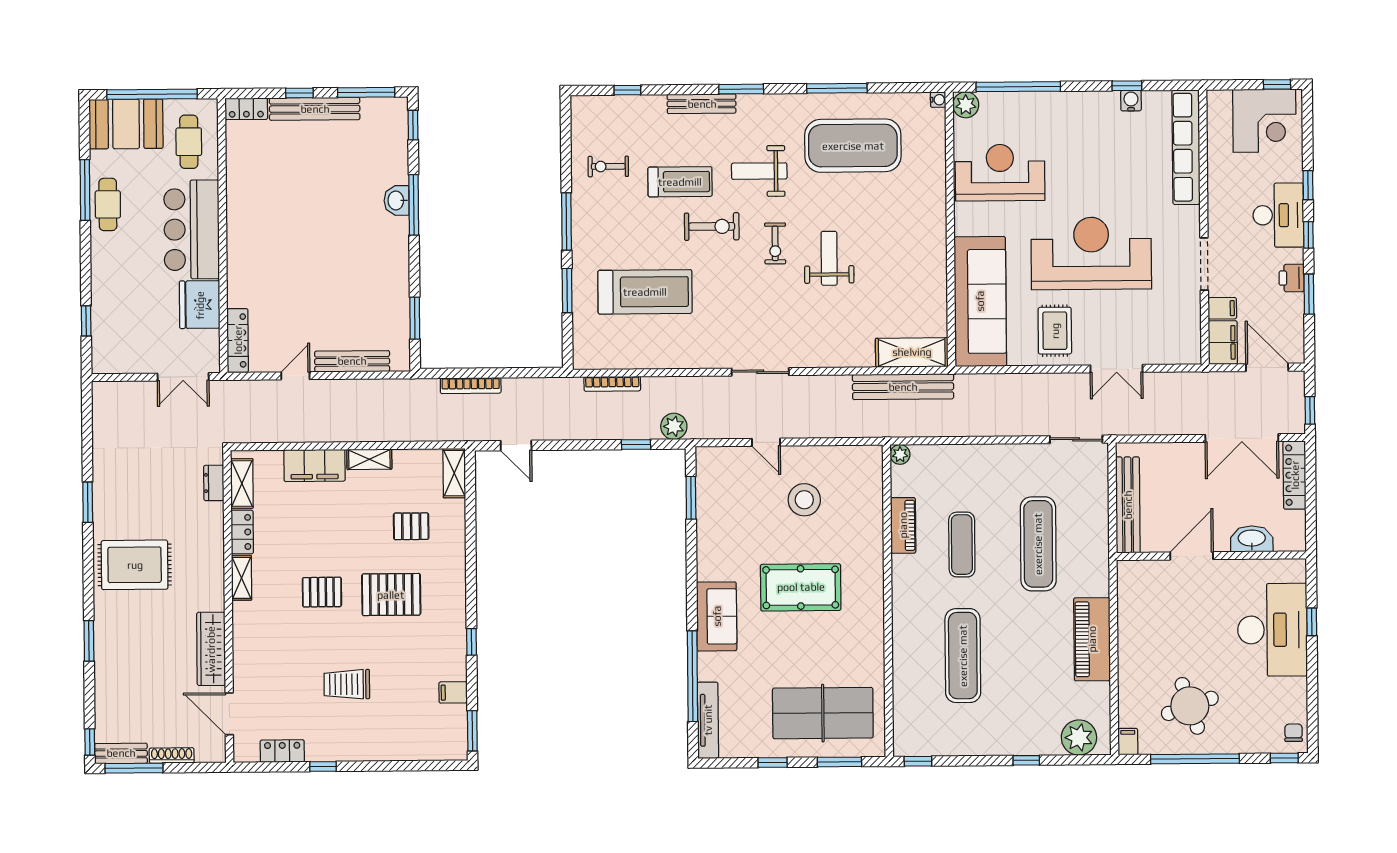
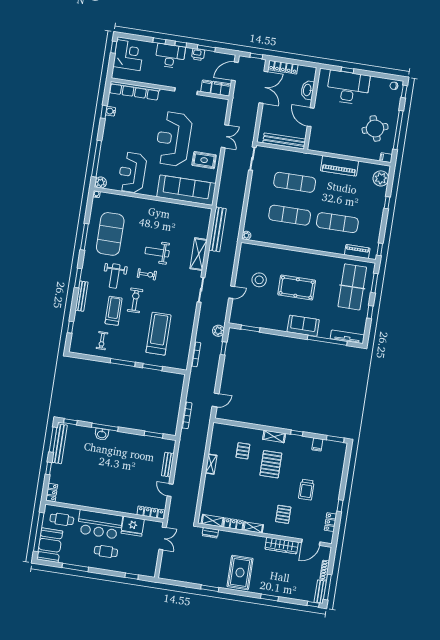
bench: (315, 109) -> (59, 444), moved
cafe table: (108, 204) -> (106, 551), moved
shelving: (912, 352) -> (199, 254), moved
bench: (352, 361) -> (168, 465), width x0.73
filing cabinet: (315, 465) -> (210, 488), removed
shelving: (454, 473) -> (274, 436), moved
piano: (903, 525) -> (357, 251), moved
exercise mat: (962, 545) -> (290, 215), width x1.36, depth x1.45
pool table: (801, 587) -> (297, 288), turned 90
pallet: (322, 592) -> (283, 514), moved

